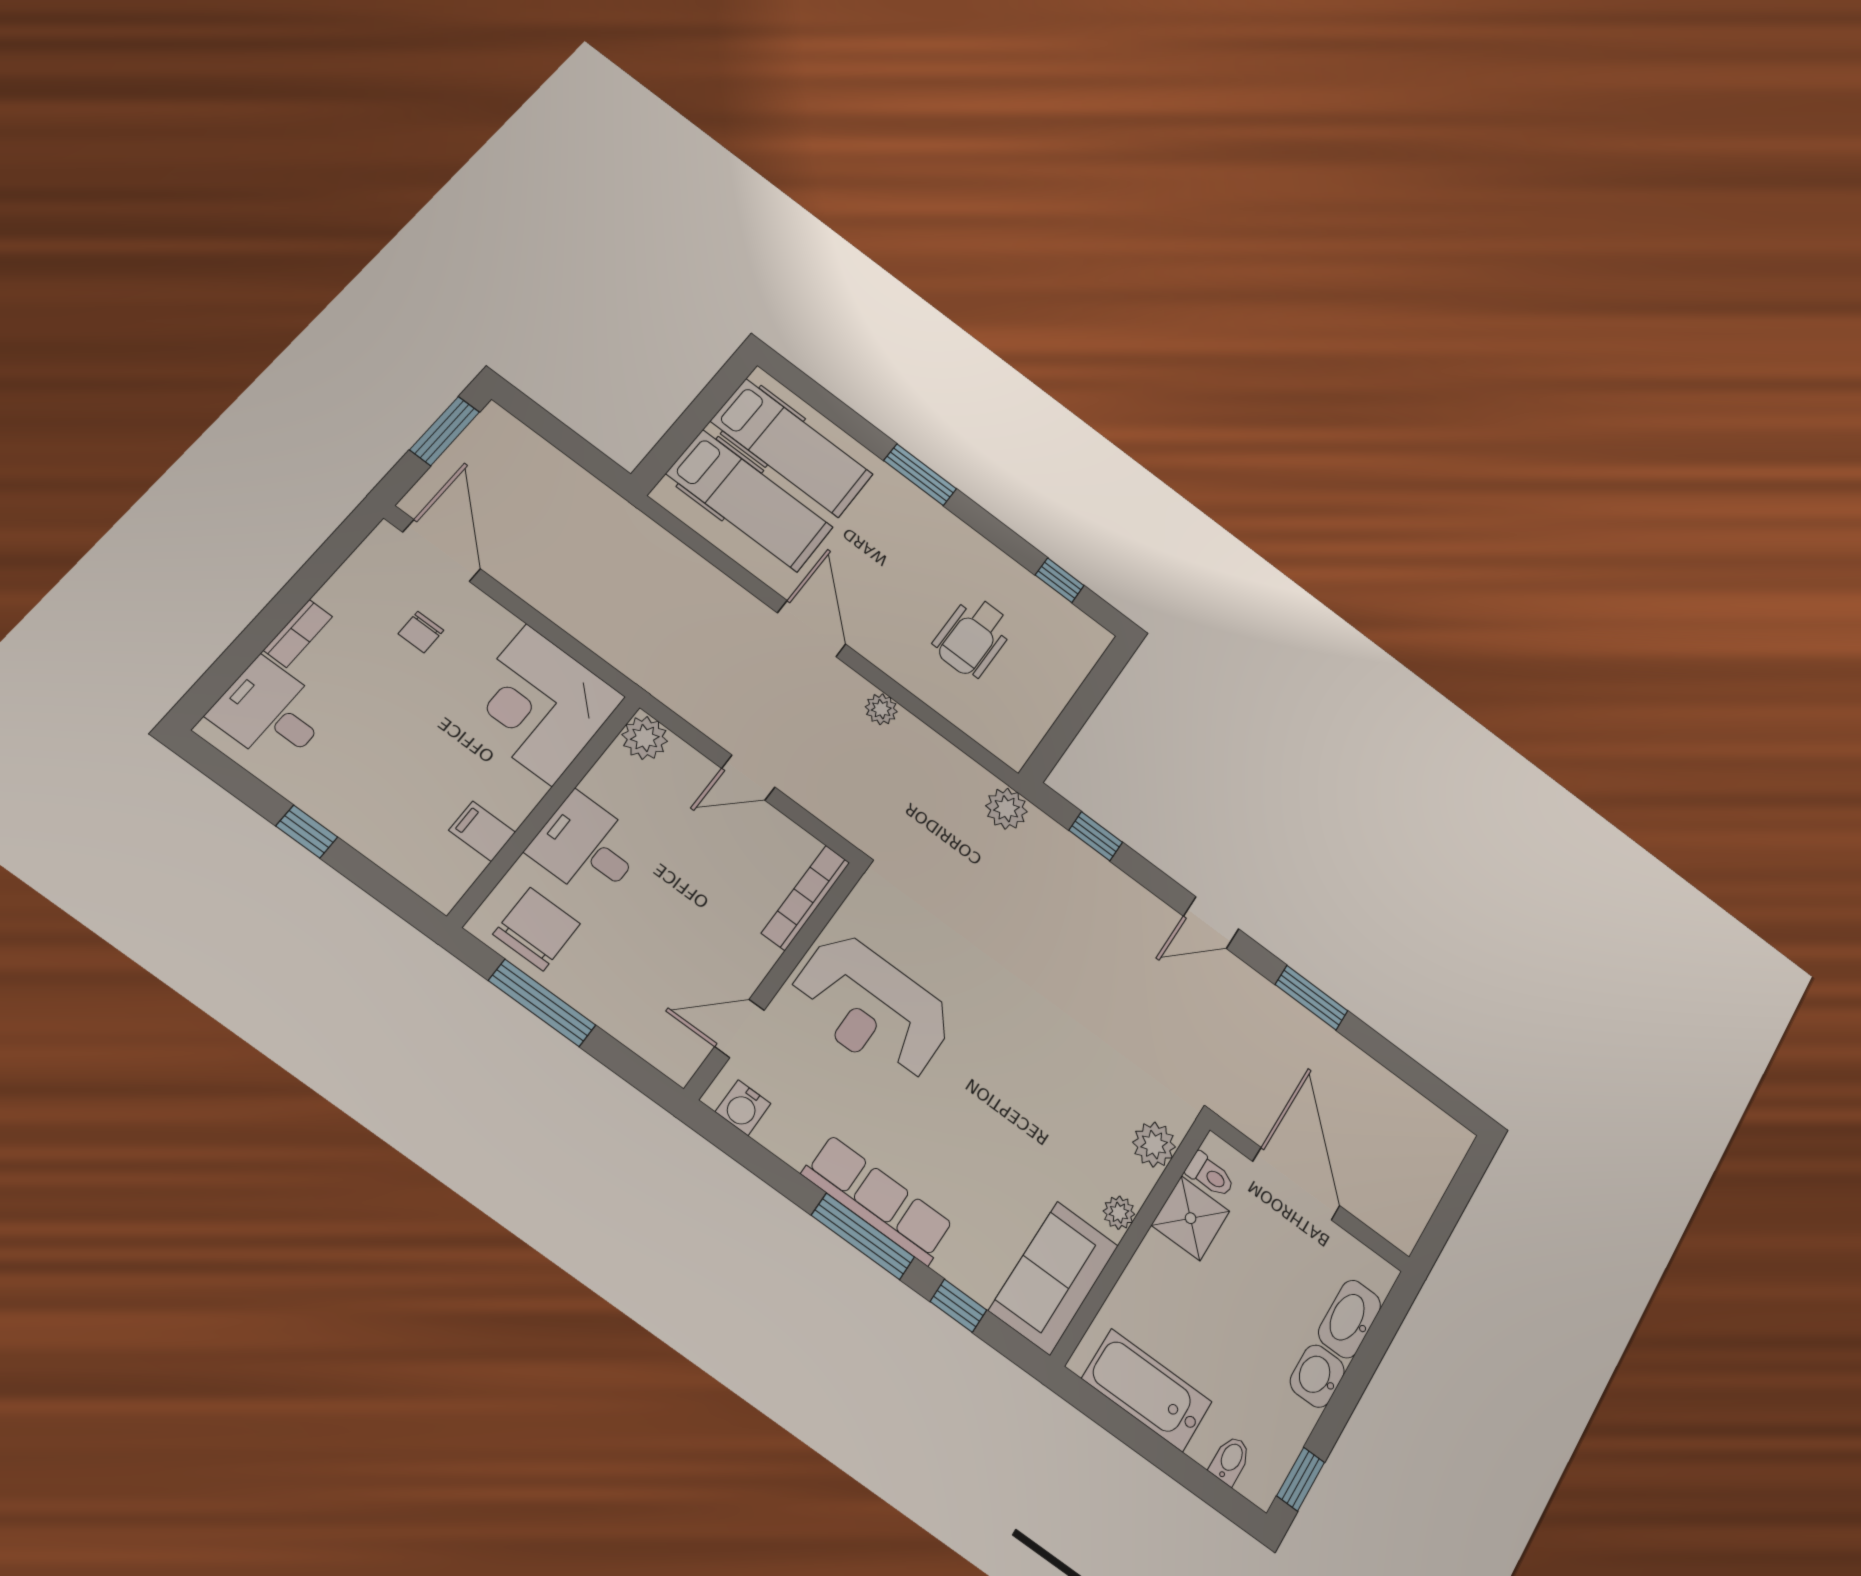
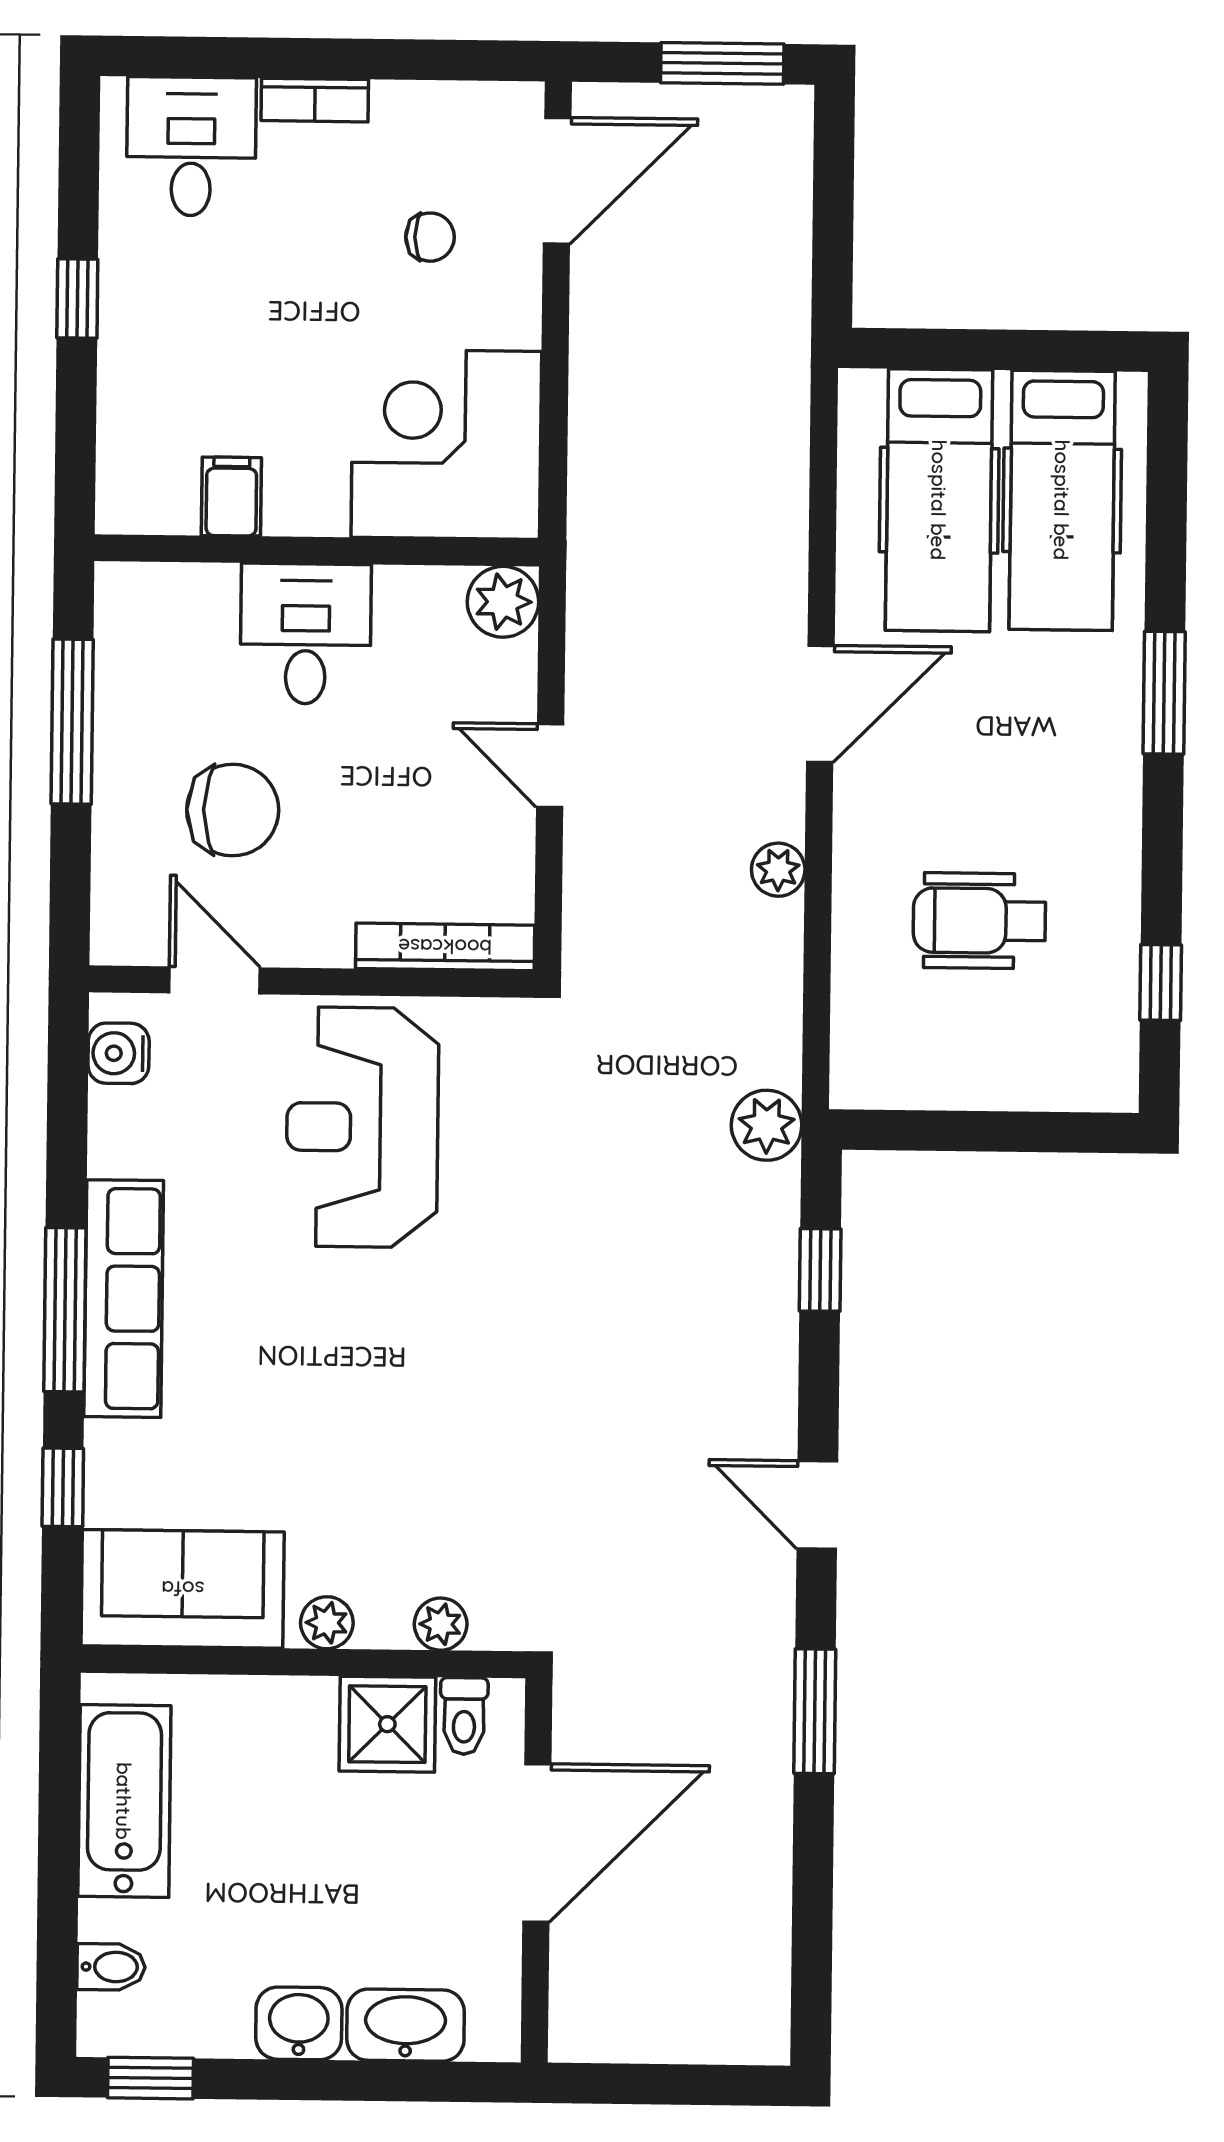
chair: (421, 632) -> (430, 237), turned 180
chair: (537, 929) -> (233, 810), moved
plant: (1154, 1145) -> (441, 1624), width x0.73, depth x0.73

